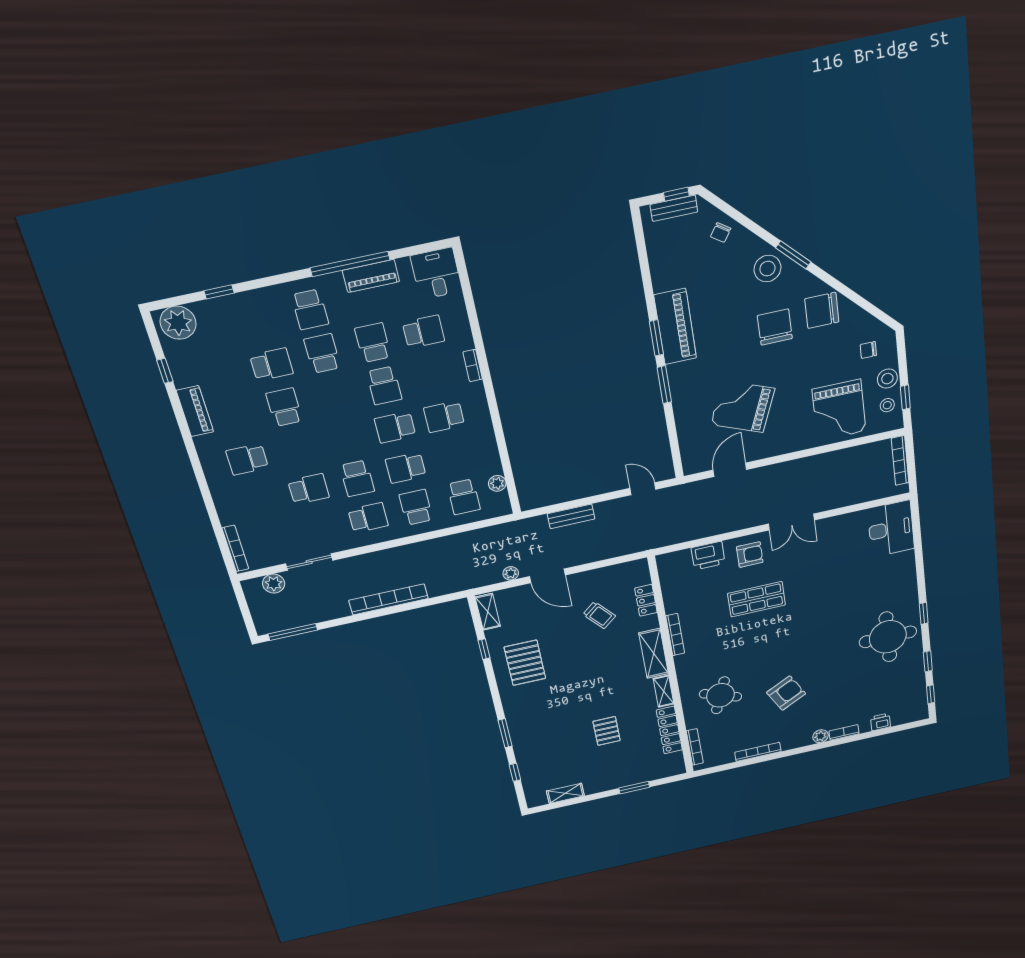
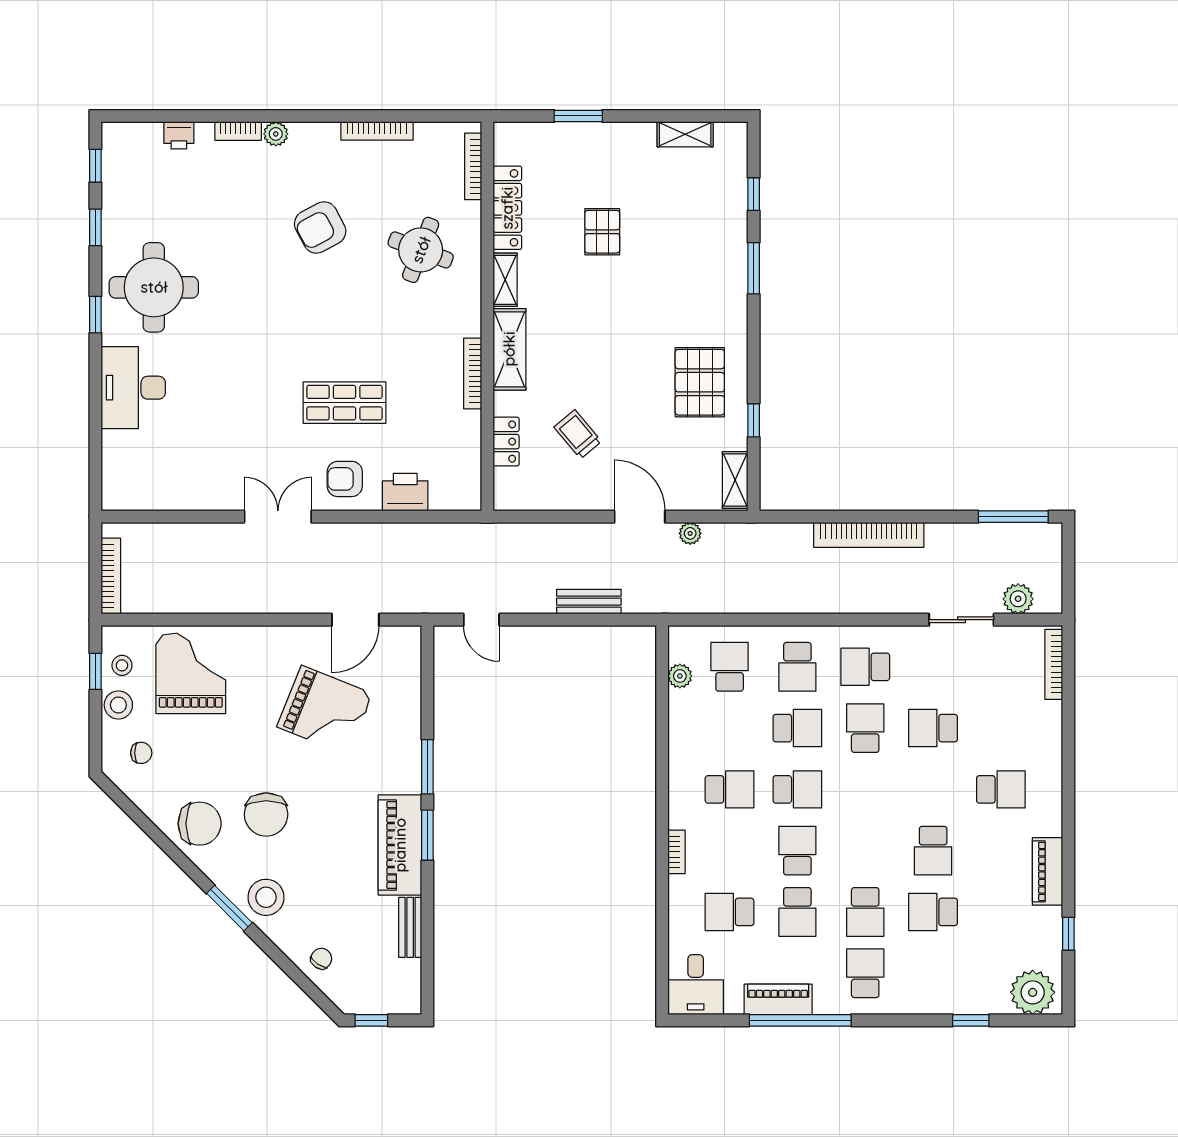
bench: (674, 208) -> (410, 927), moved, turned 90
desk: (891, 529) -> (133, 388), moved

